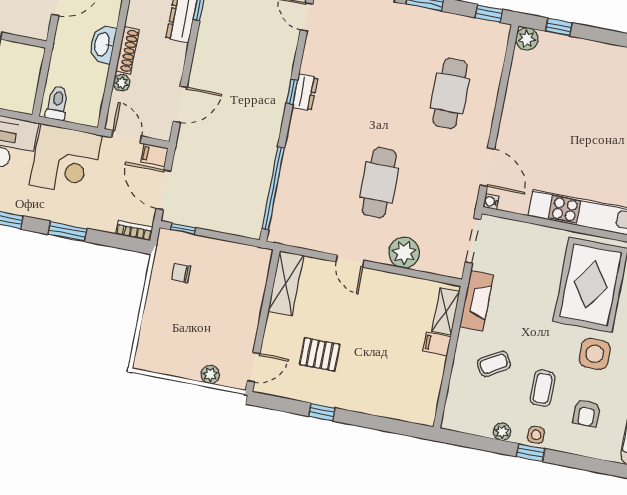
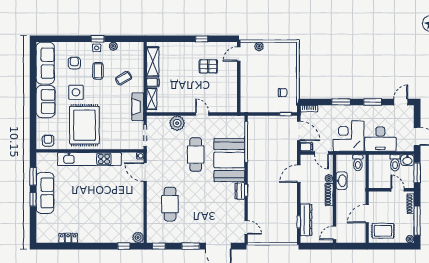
washbasin: (103, 44) -> (342, 181), moved
booth: (314, 159) -> (229, 160), added
shelving: (286, 283) -> (153, 62), moved

